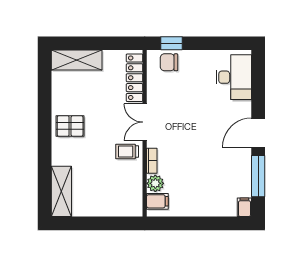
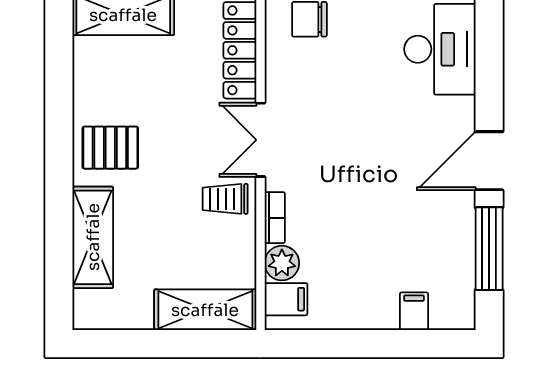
shelving: (61, 191) -> (93, 237), moved
shelving: (117, 207) -> (205, 310), added
filing cabinet: (244, 207) -> (414, 311), moved

